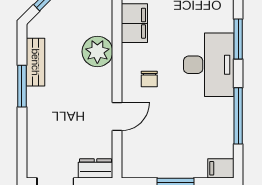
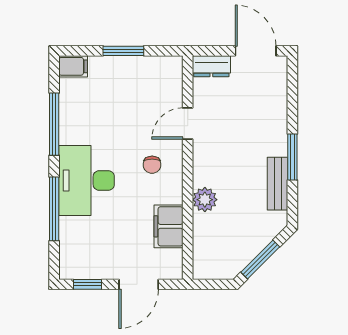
window: (238, 39) -> (54, 209), width x1.44
plant: (97, 52) -> (205, 200), width x0.73, depth x0.73
chair: (149, 79) -> (152, 165), turned 180

